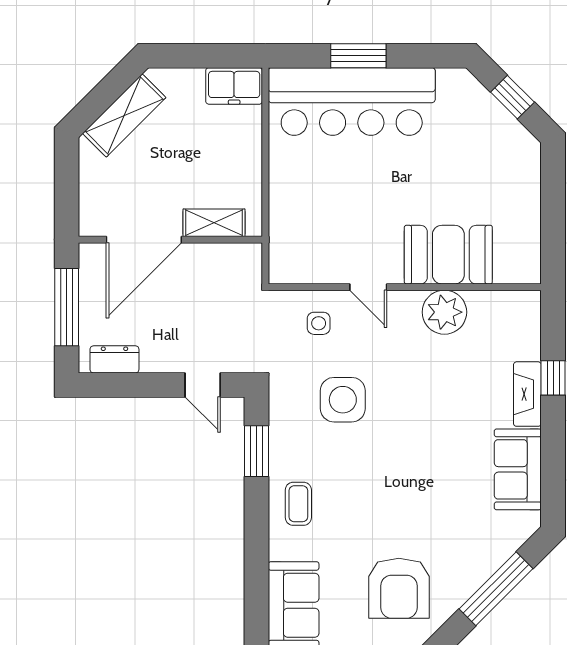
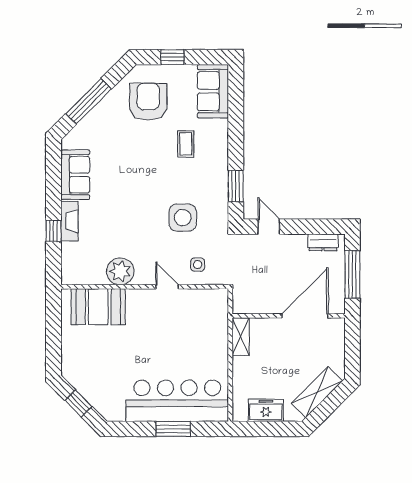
freezer: (234, 86) -> (266, 410), moved
shelving: (214, 223) -> (241, 337), moved, turned 90
booth: (448, 255) -> (98, 307), moved
coffee table: (298, 504) -> (186, 144), moved

